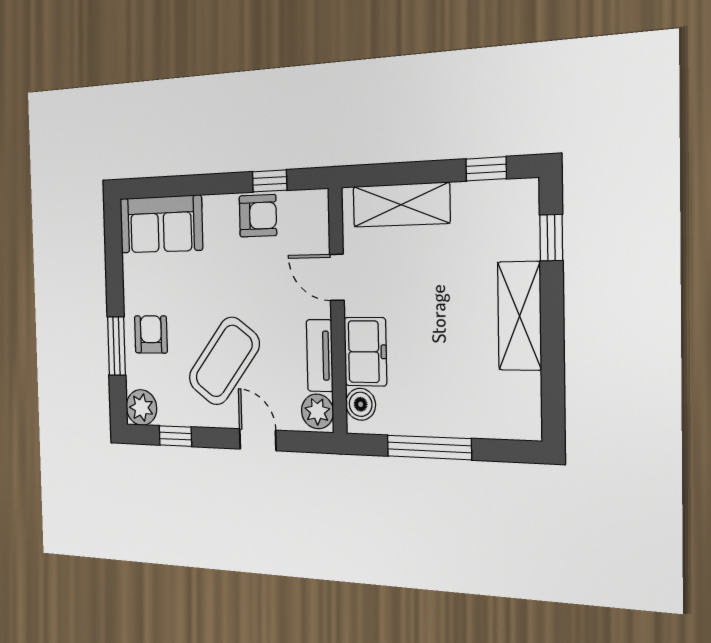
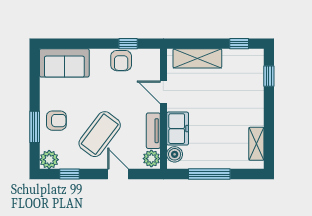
armchair: (258, 216) -> (121, 61), turned 90
shelving: (520, 316) -> (256, 144), moved, width x0.67, depth x0.75
armchair: (151, 334) -> (56, 121), turned 90

